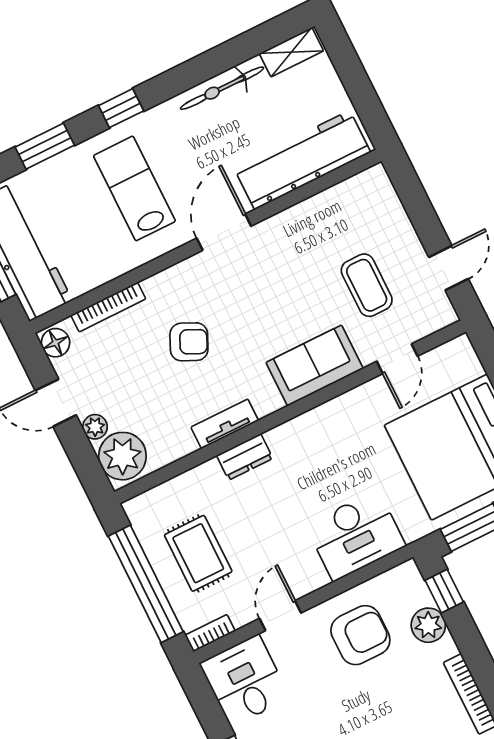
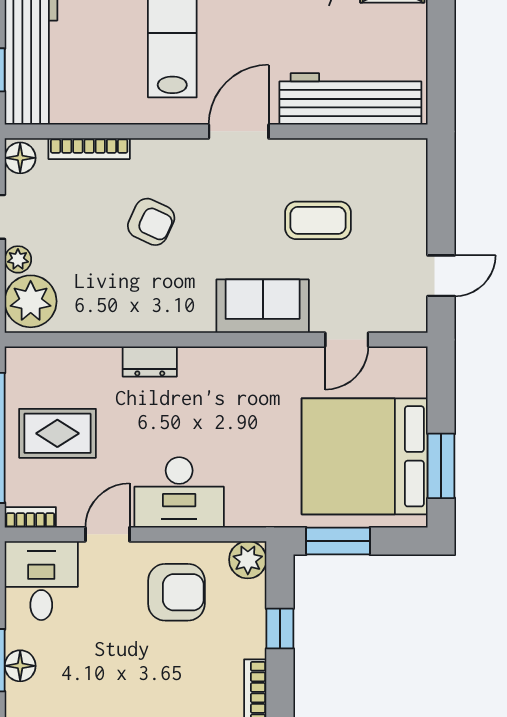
coffee table: (367, 285) -> (318, 220), moved, turned 90
tv unit: (225, 424) -> (146, 320), removed
desk: (356, 535) -> (179, 492), moved
rug: (198, 553) -> (57, 433), turned 90
window: (444, 591) -> (280, 629), moved
plant: (428, 625) -> (248, 560), moved

